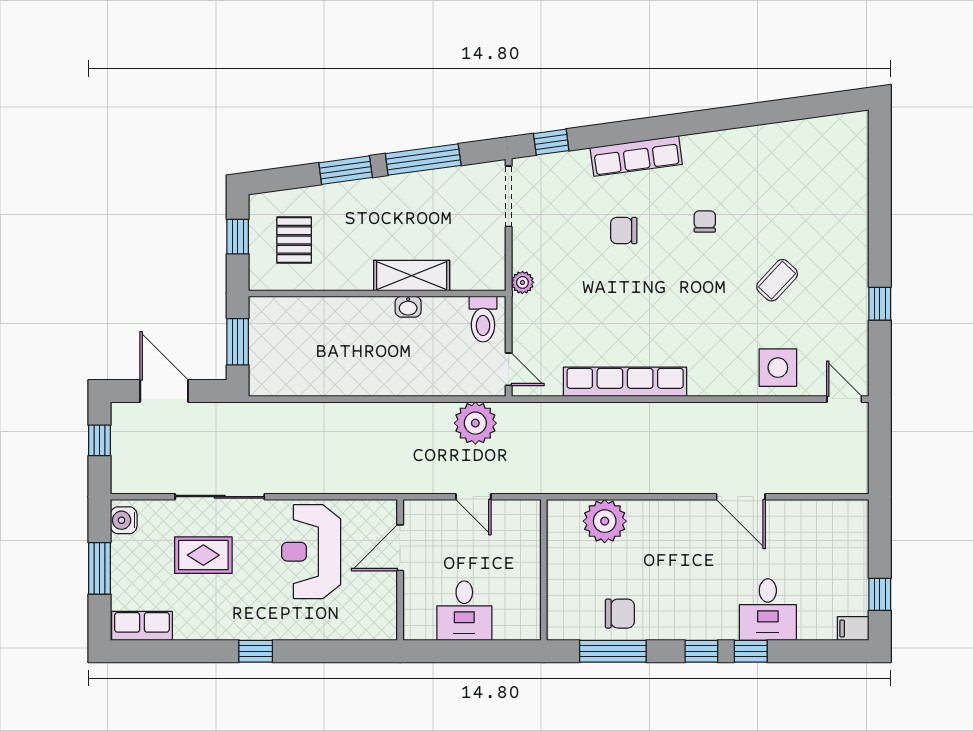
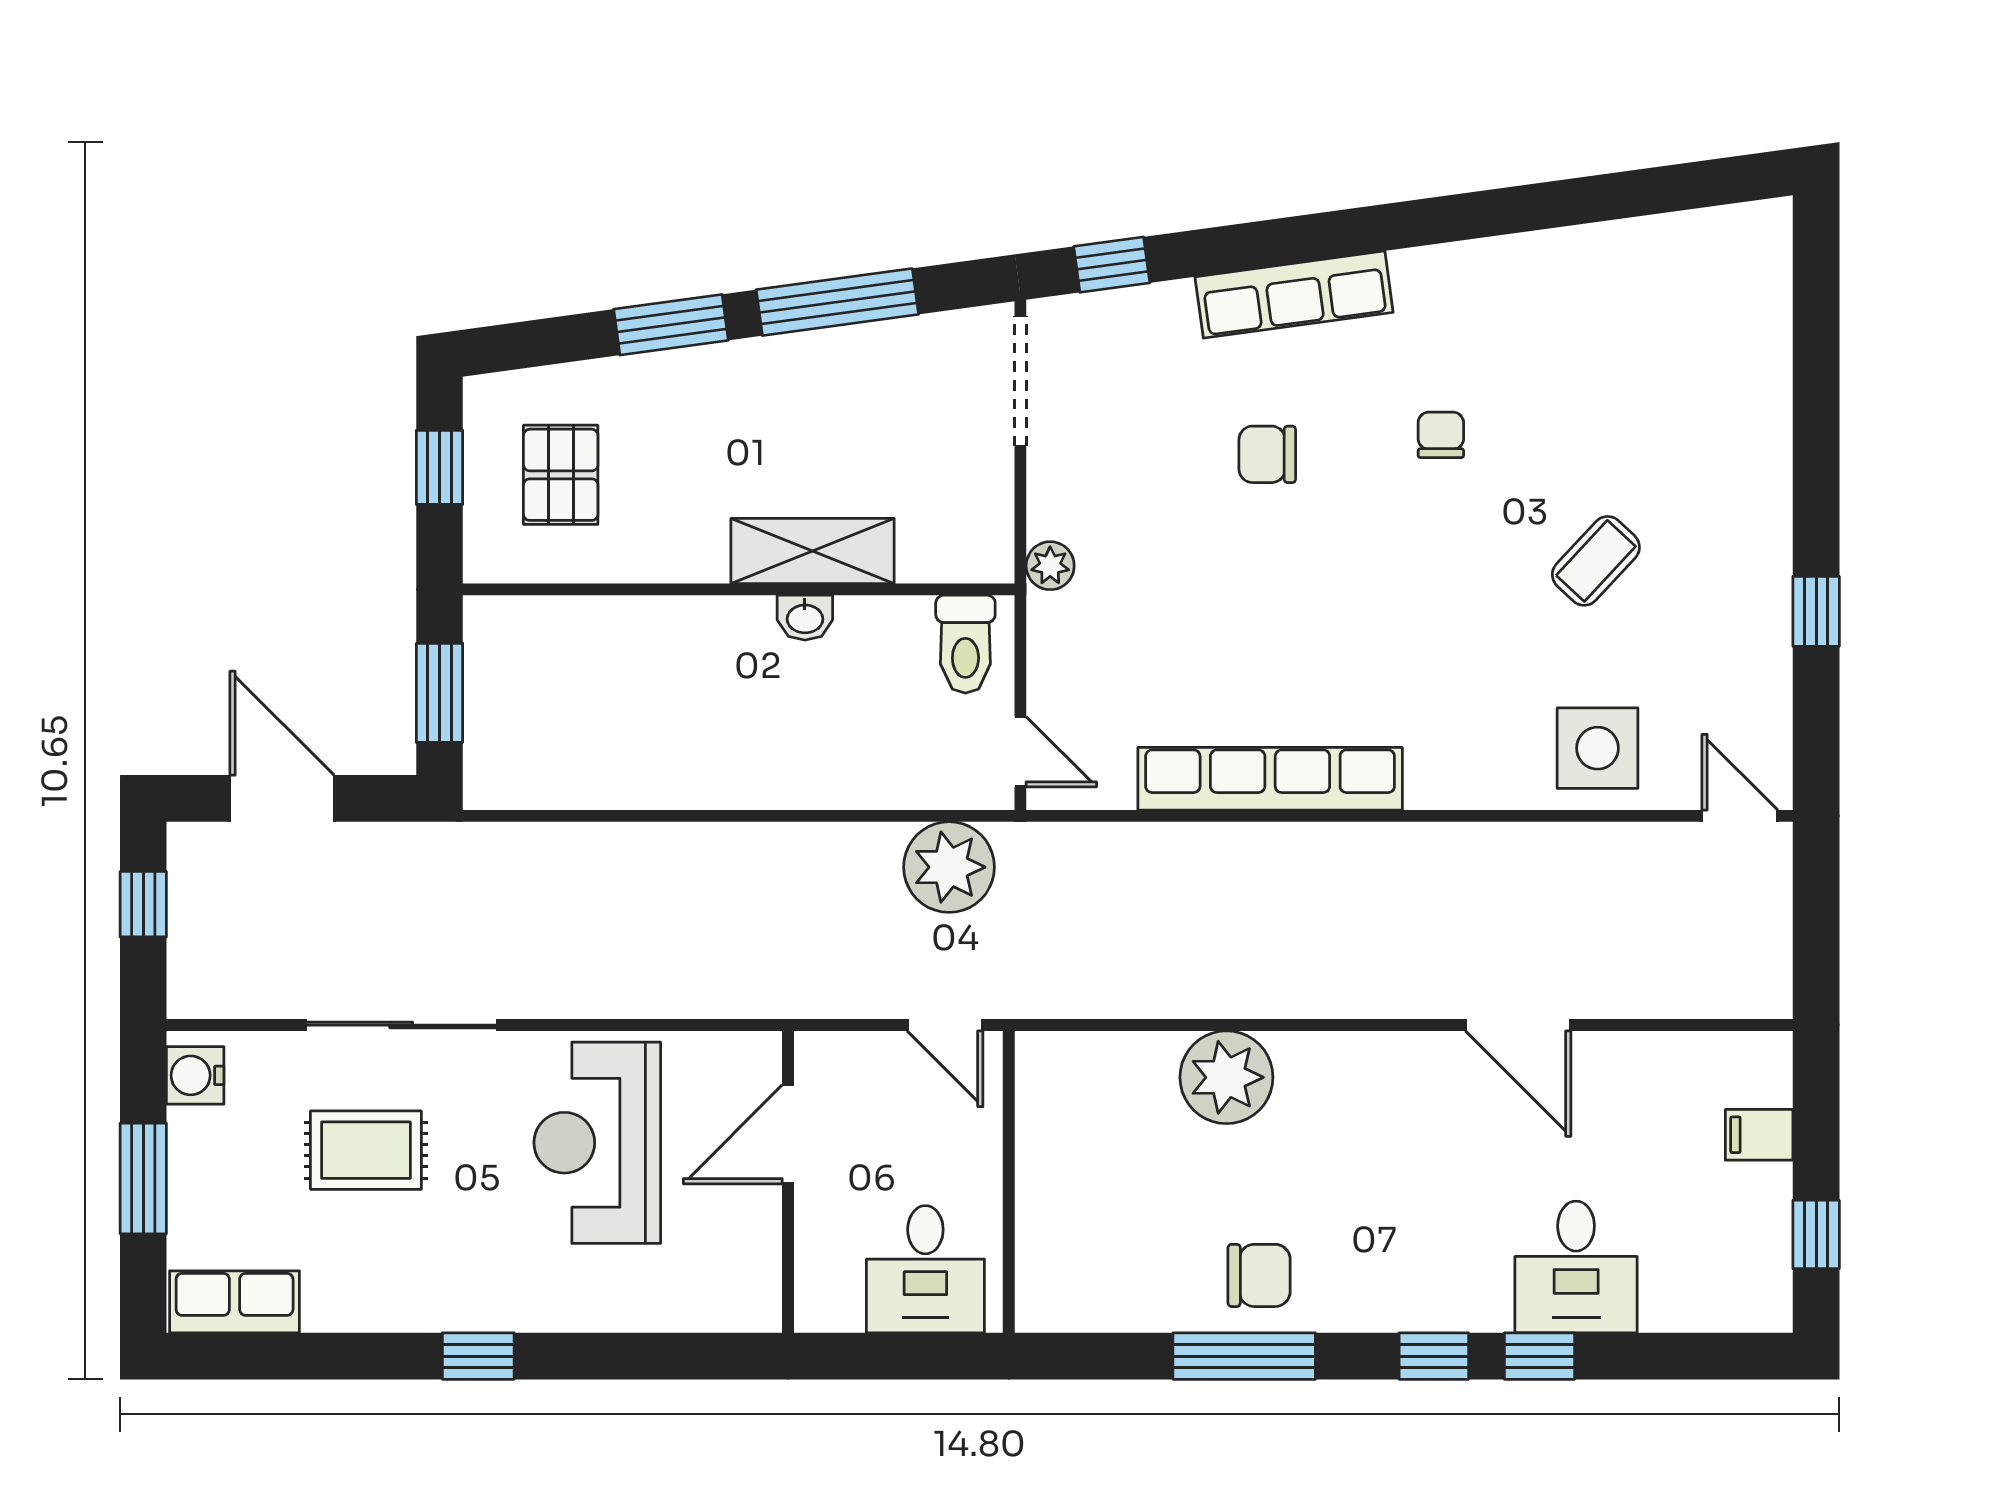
wall: (544, 570) -> (1009, 1182), moved
filing cabinet: (853, 629) -> (1759, 1135), moved

